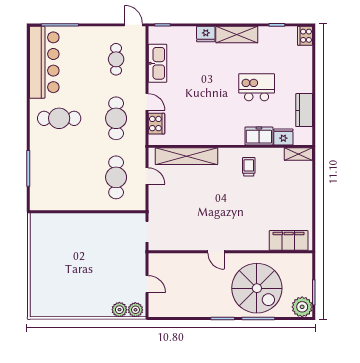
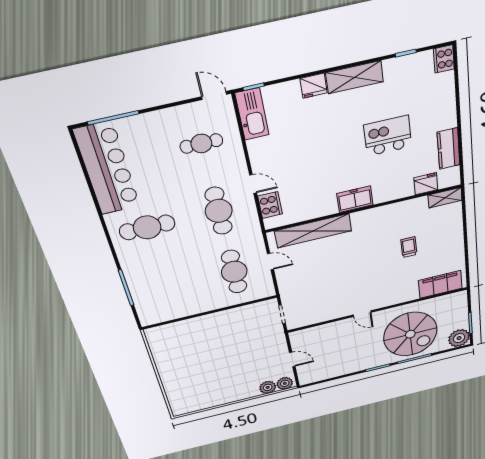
cafe table: (116, 59) -> (201, 143), turned 90
kitchen sink: (157, 63) -> (252, 114), moved
freezer: (259, 136) -> (355, 199), moved
trolley: (249, 167) -> (409, 247), moved

